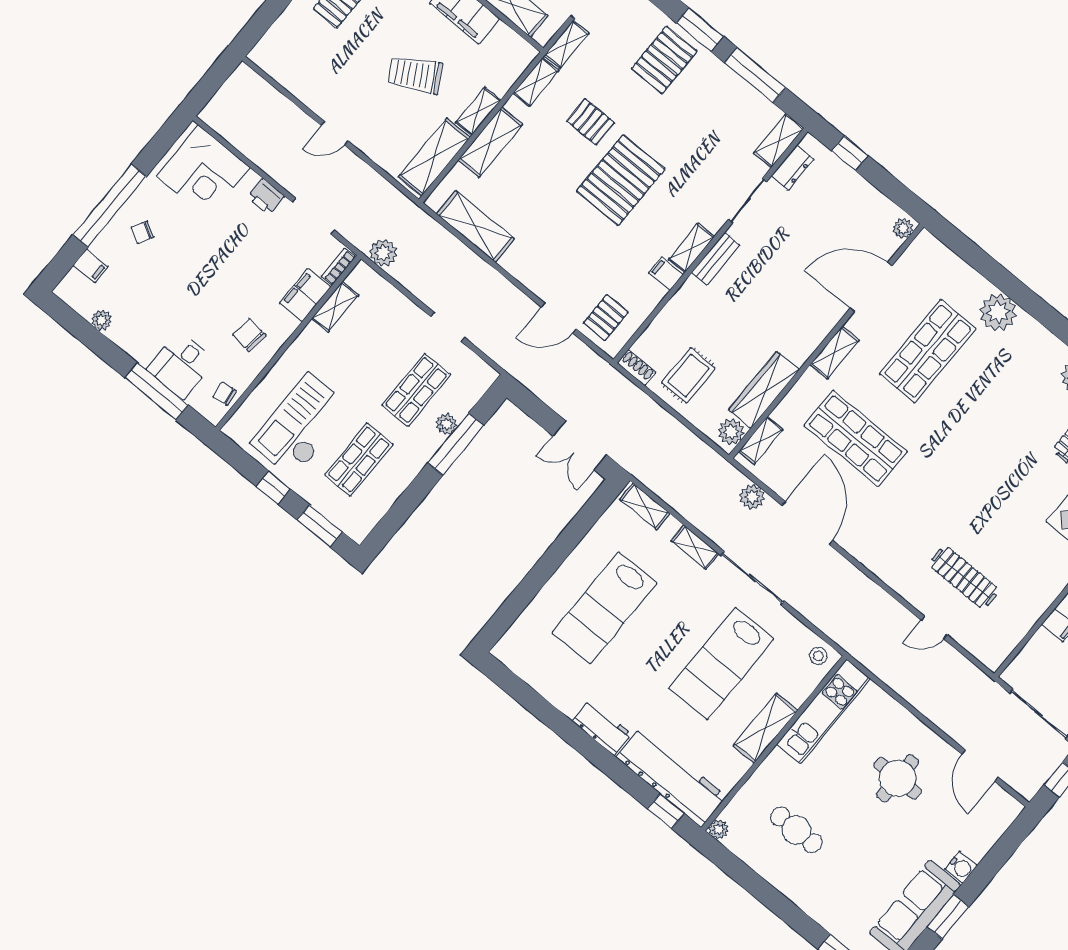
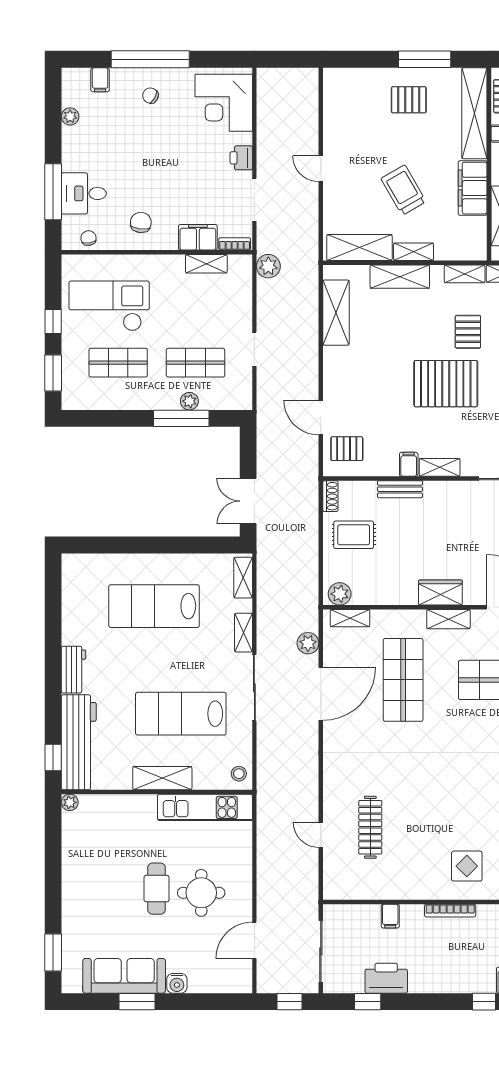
bench: (716, 259) -> (400, 489), moved
wardrobe: (764, 390) -> (440, 593), moved, width x0.67
cafe table: (796, 830) -> (157, 889), moved

